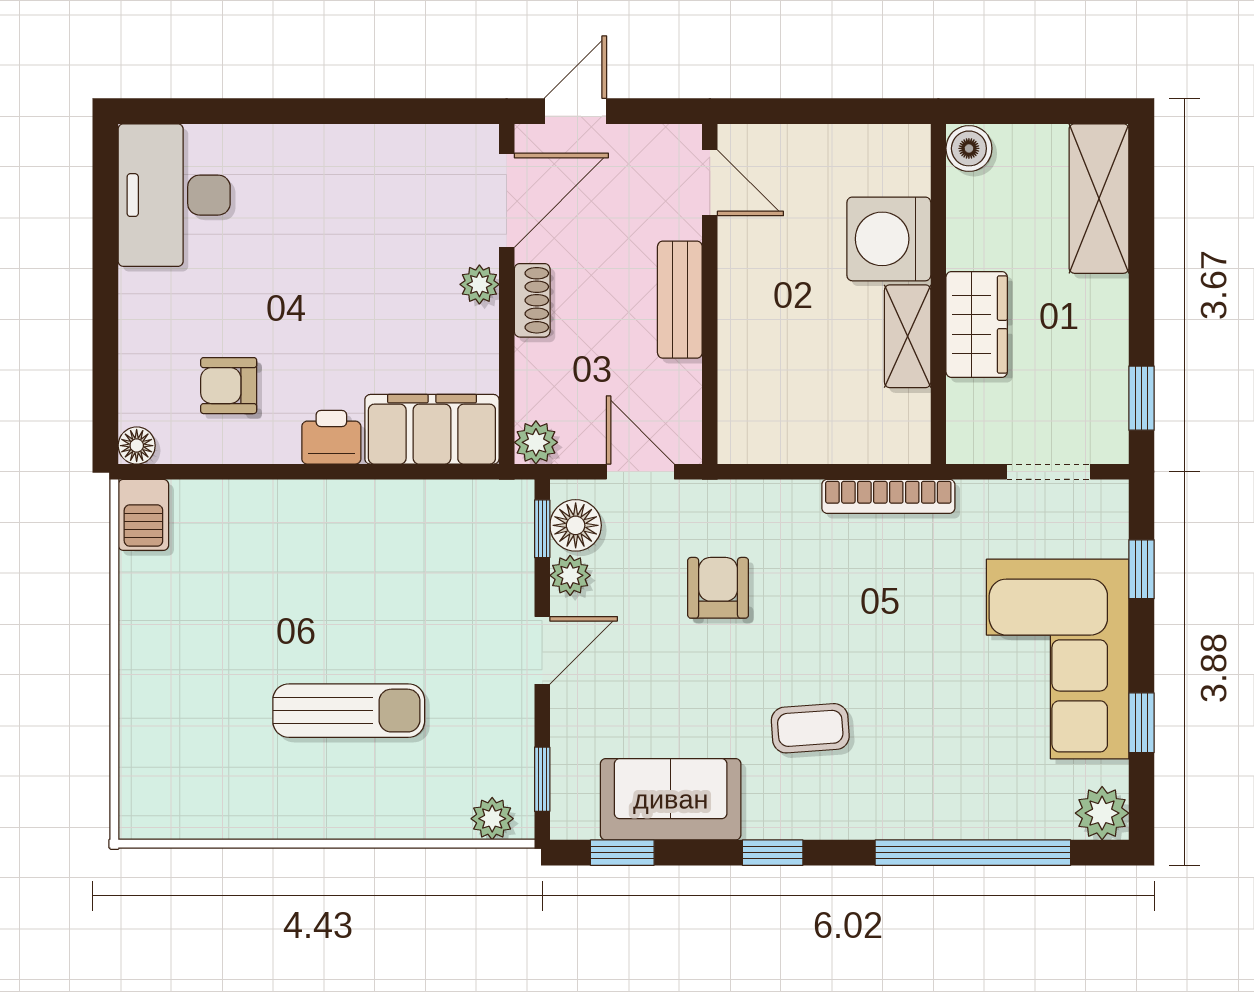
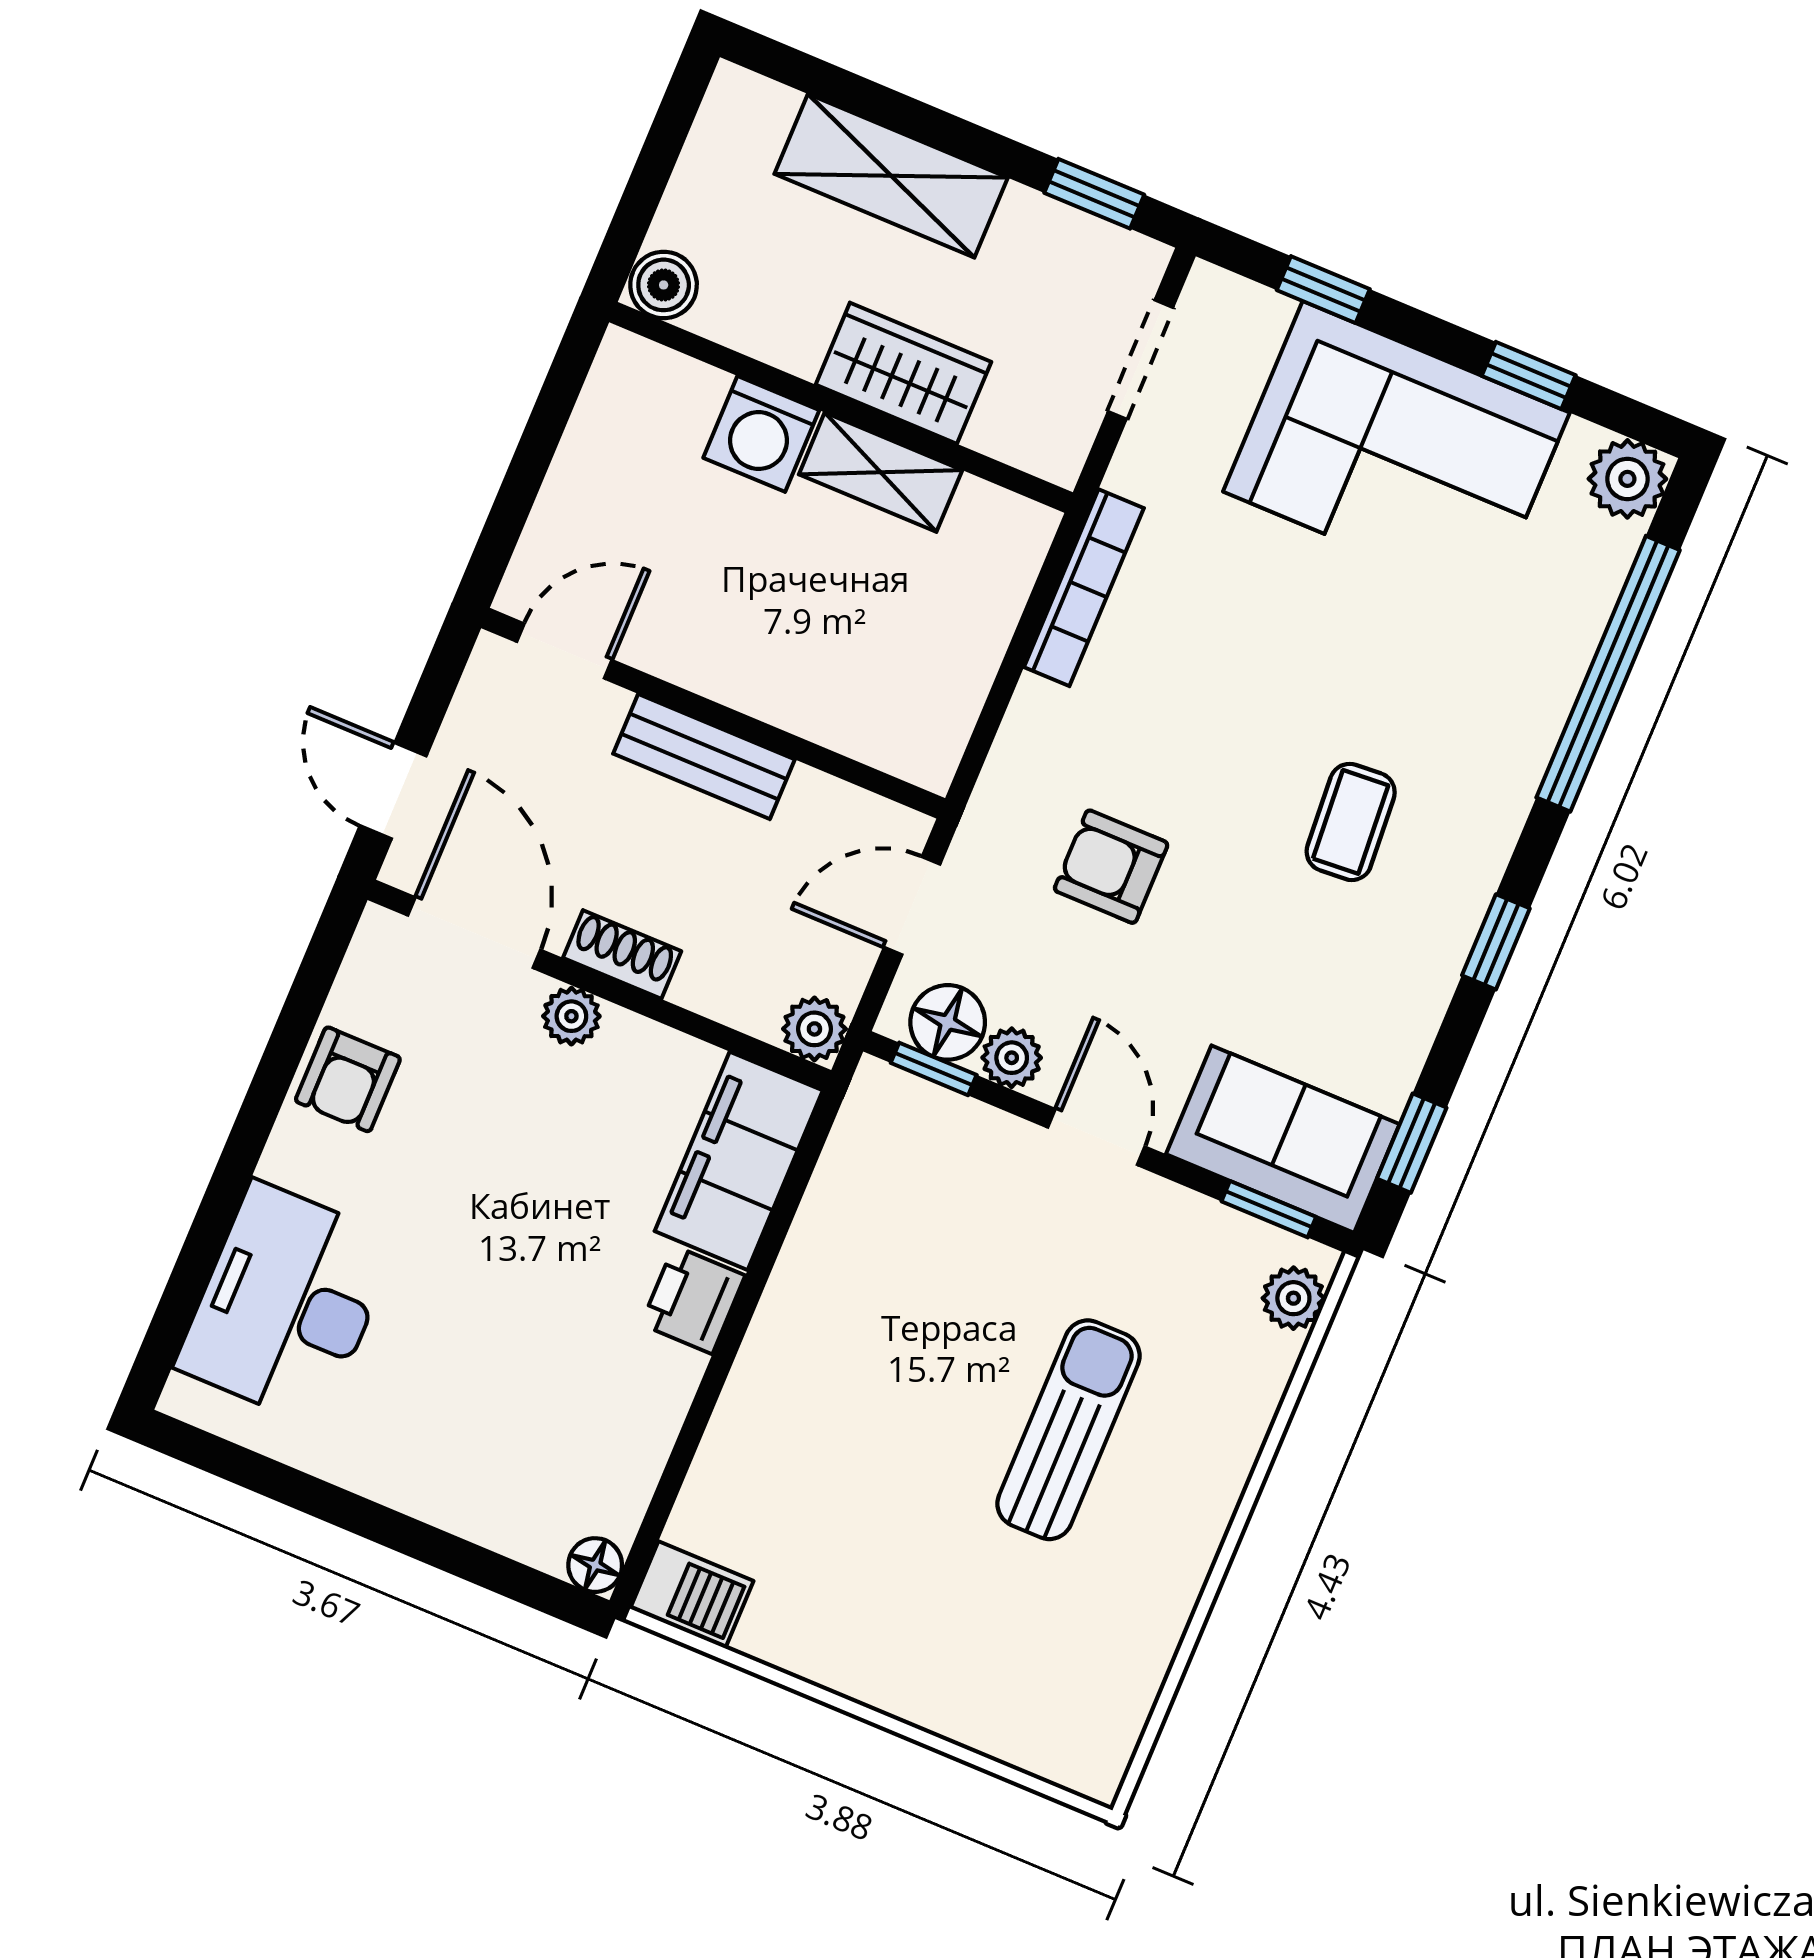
desk: (174, 195) -> (287, 1304), moved, turned 90
shelving: (1099, 199) -> (891, 176), moved
washing machine: (889, 239) -> (761, 434), width x0.73, depth x0.73
armchair: (229, 386) -> (348, 1079), moved
sofa: (671, 799) -> (1283, 1139), moved, turned 90

